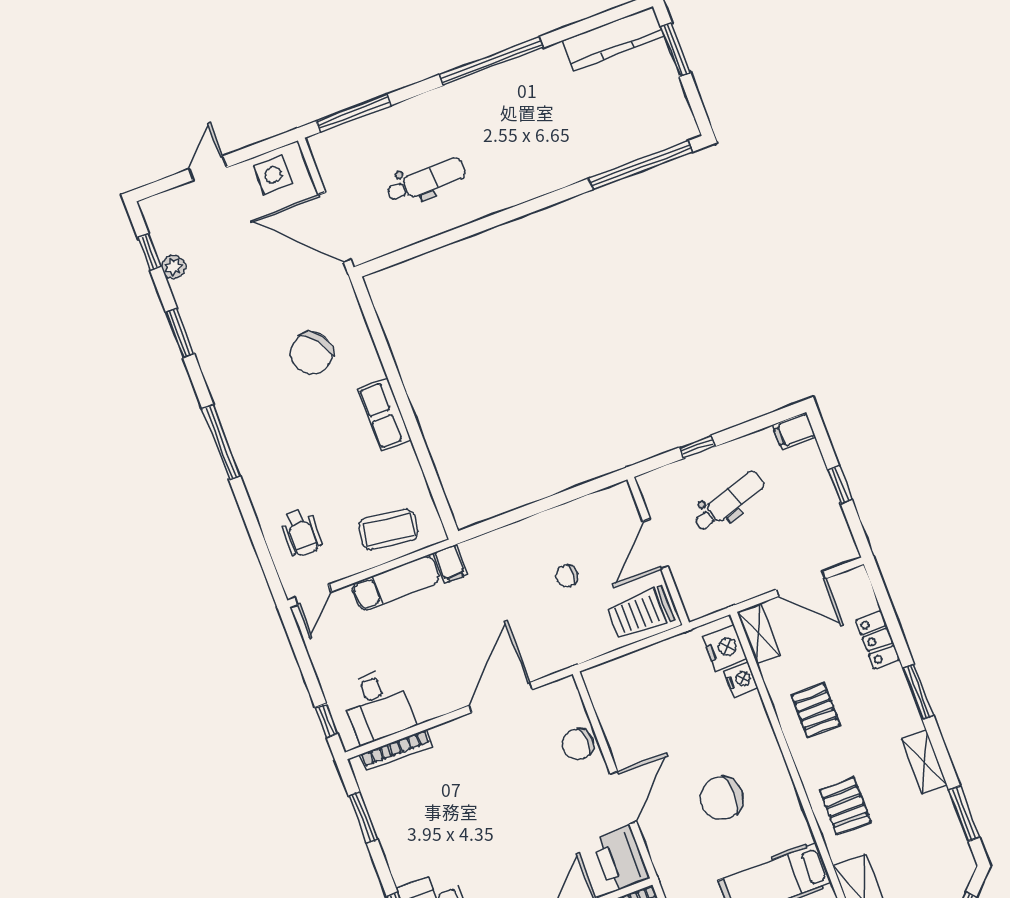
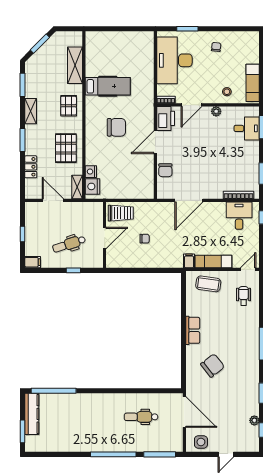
kitchen counter: (613, 39) -> (32, 414), moved, turned 90
window: (491, 61) -> (113, 454), moved
pallet: (816, 710) -> (66, 148), width x1.50, depth x1.42
chair: (578, 744) -> (165, 170), turned 94

